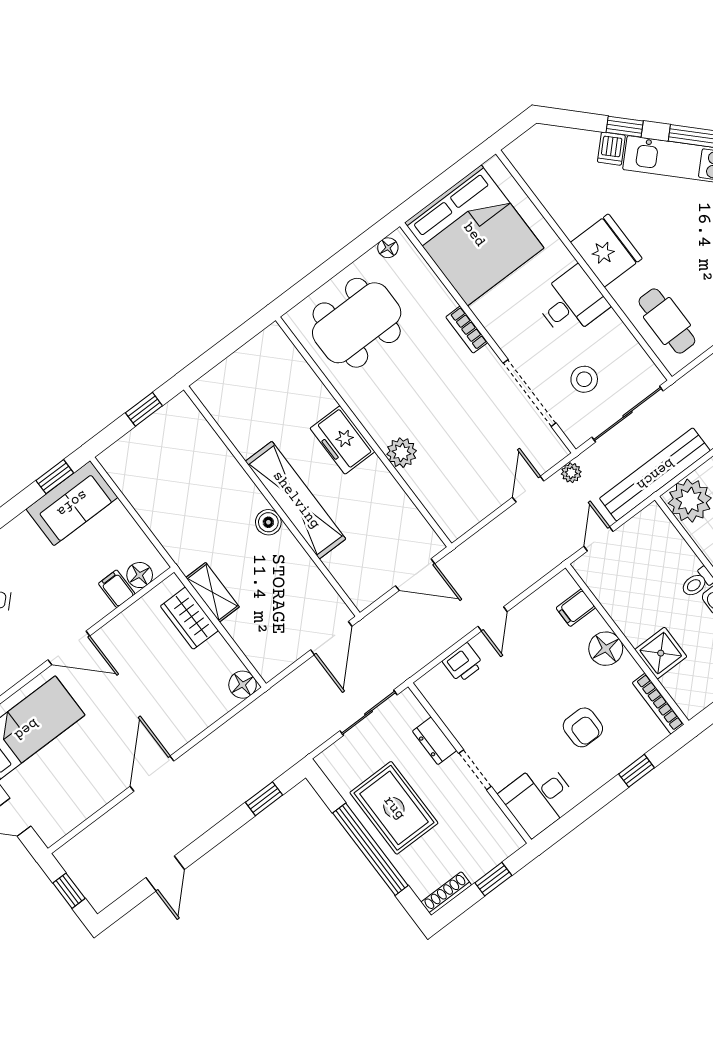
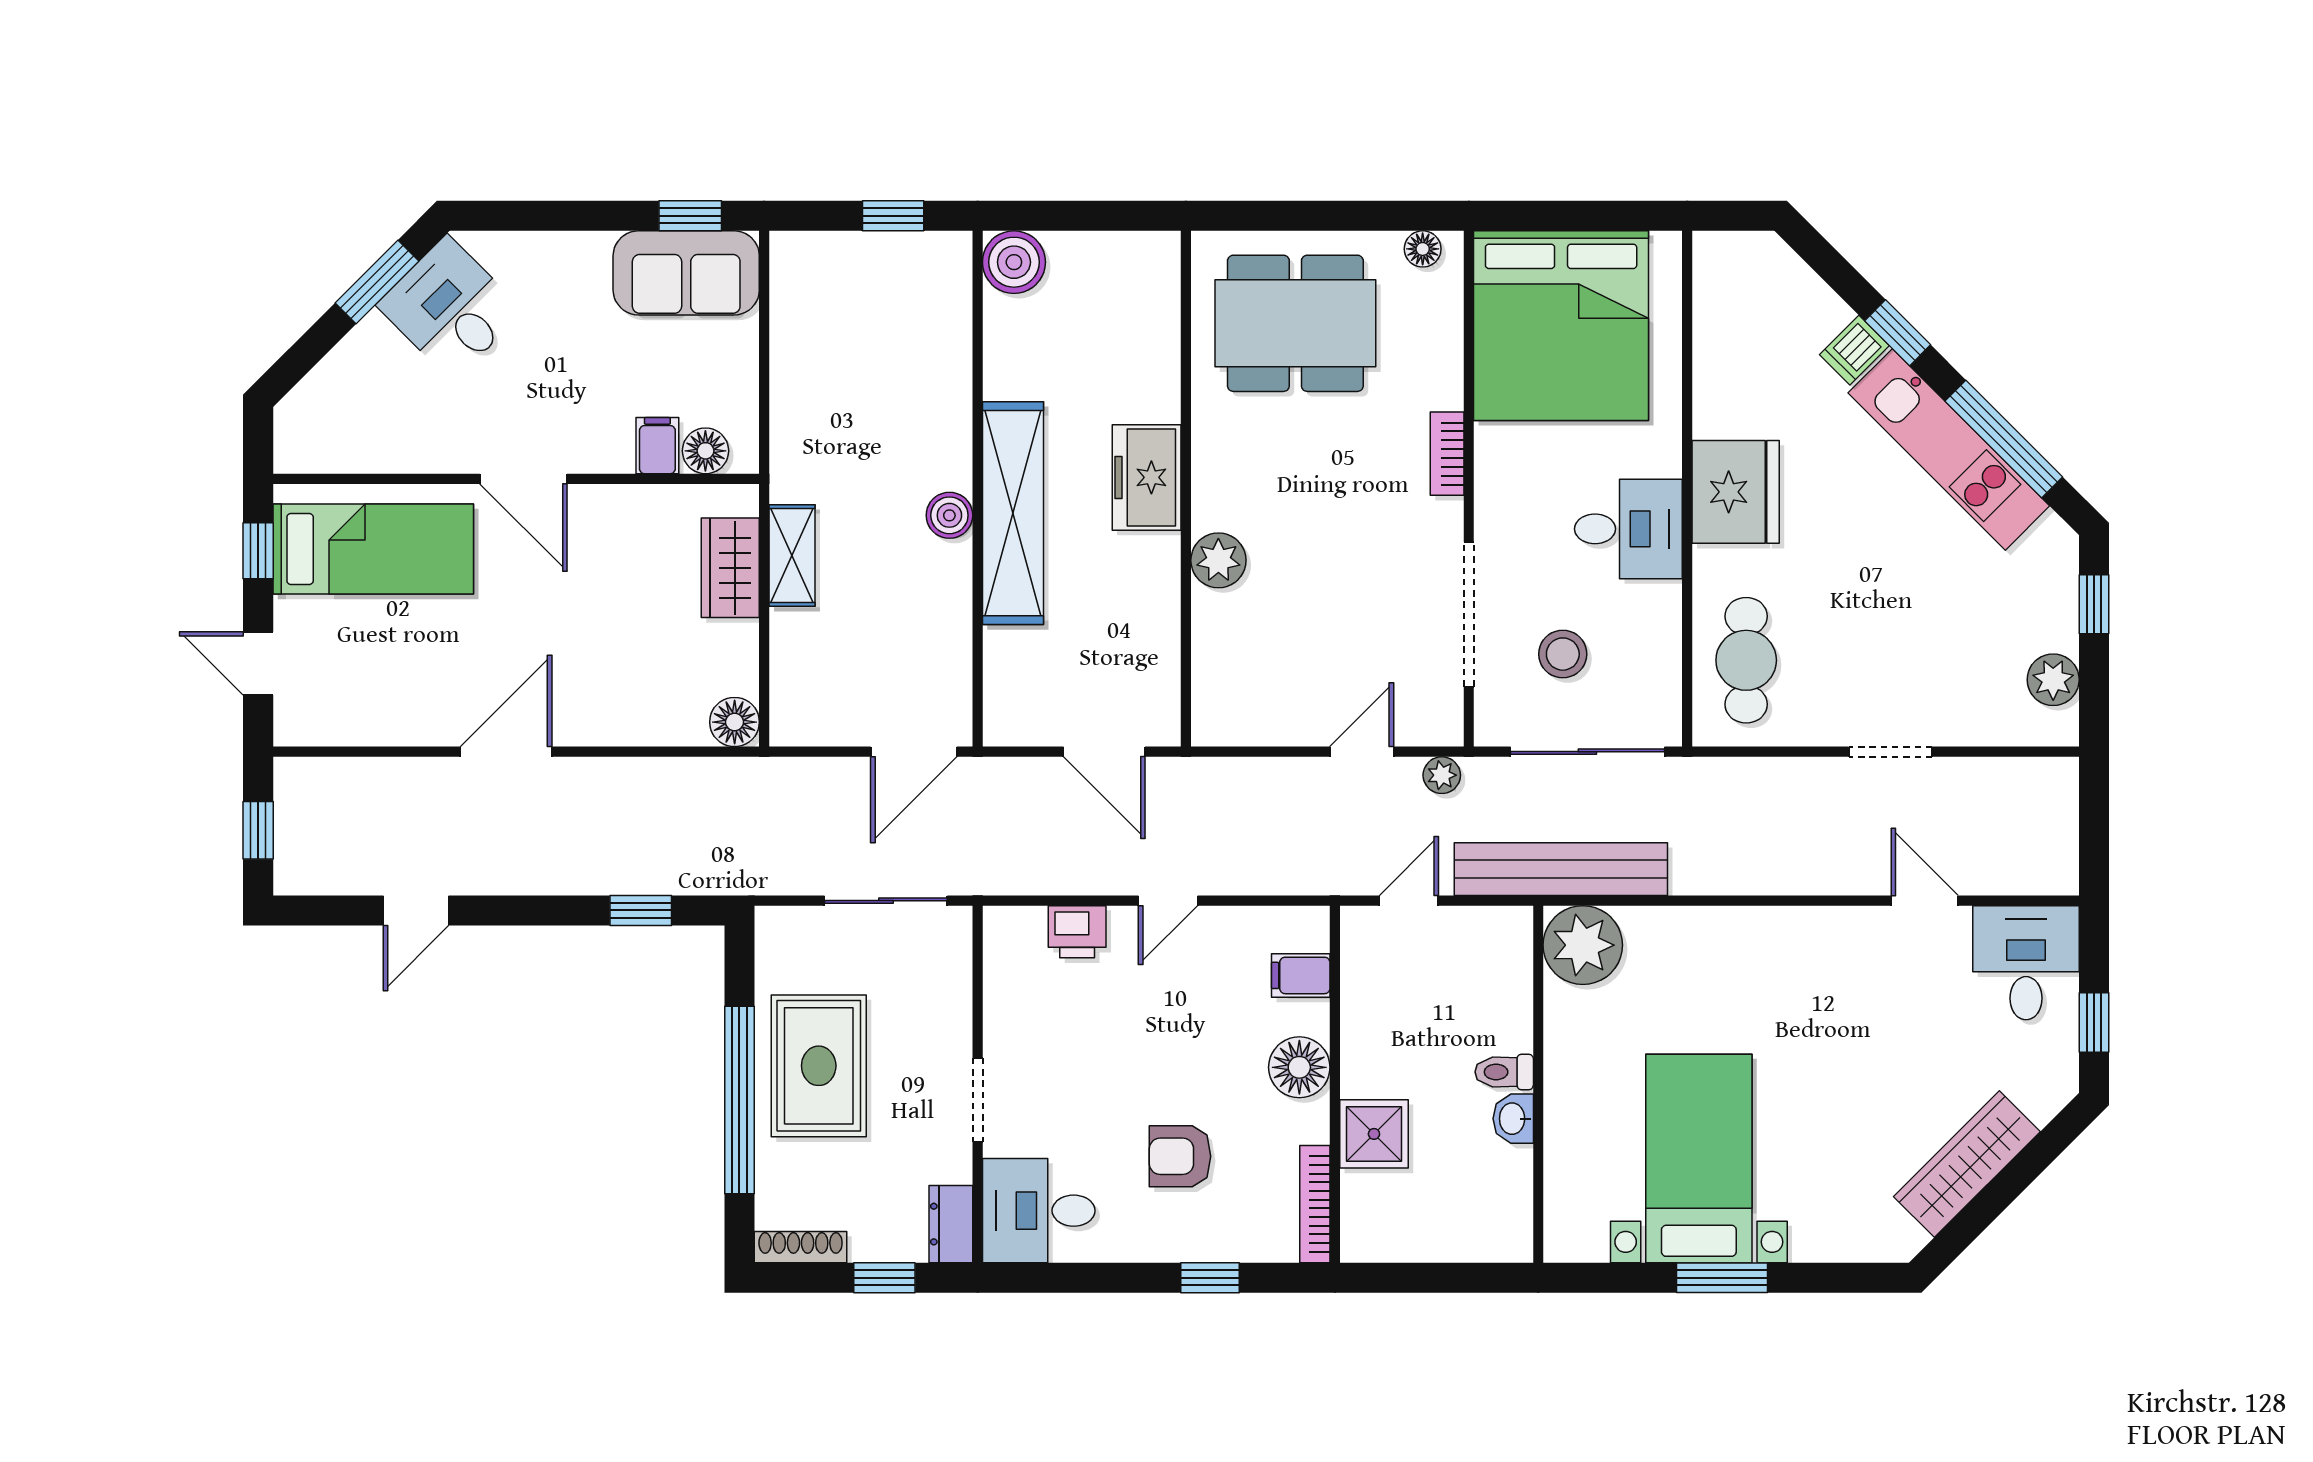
boiler: (213, 389) -> (1014, 262), added
armchair: (583, 727) -> (1180, 1156), turned 90
dresser: (435, 741) -> (951, 1224), moved

